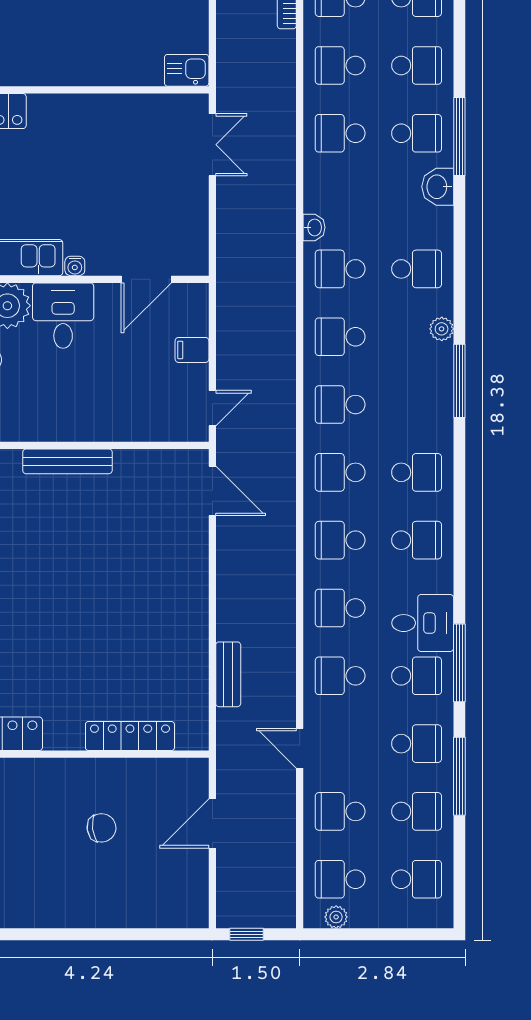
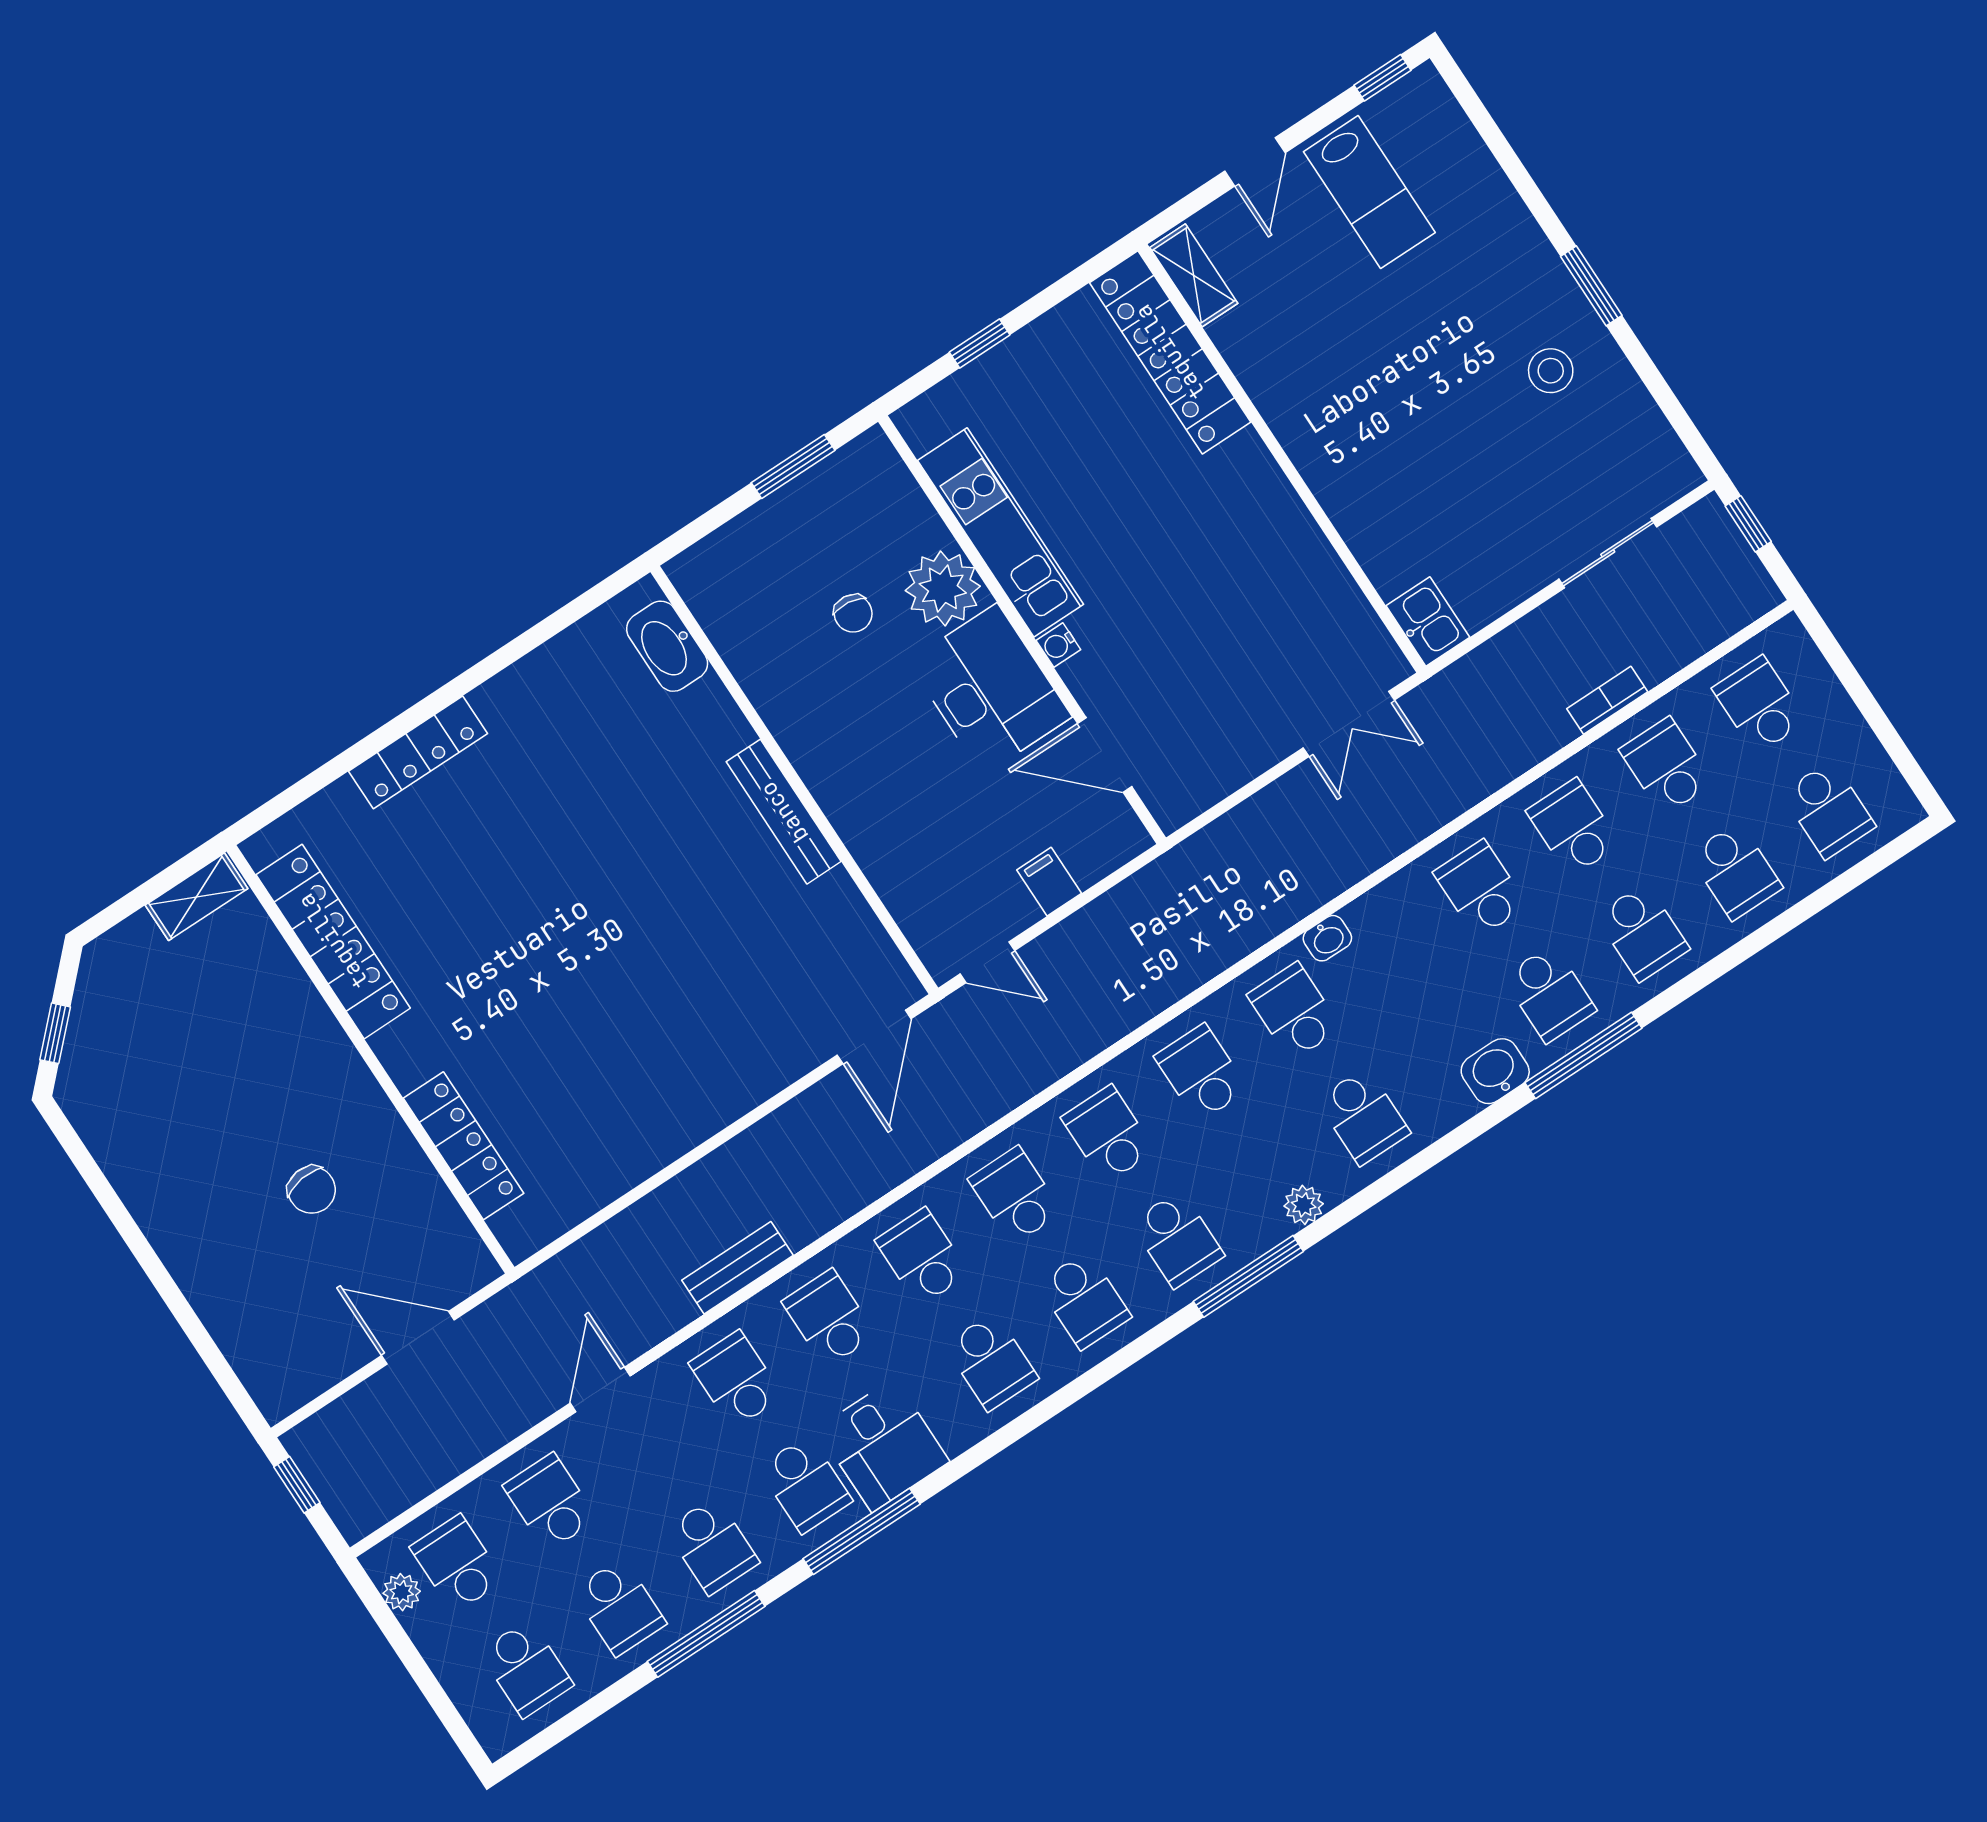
desk: (63, 316) -> (990, 689), width x1.37
school desk: (417, 405) -> (1177, 1239), added
bench: (228, 674) -> (737, 1268), moved

